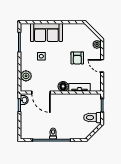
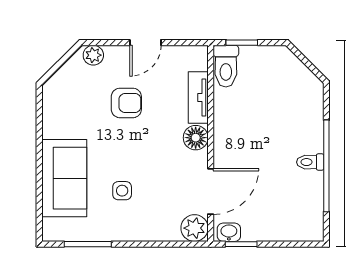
plant: (26, 76) -> (195, 228), moved
toilet: (92, 118) -> (226, 66), moved

